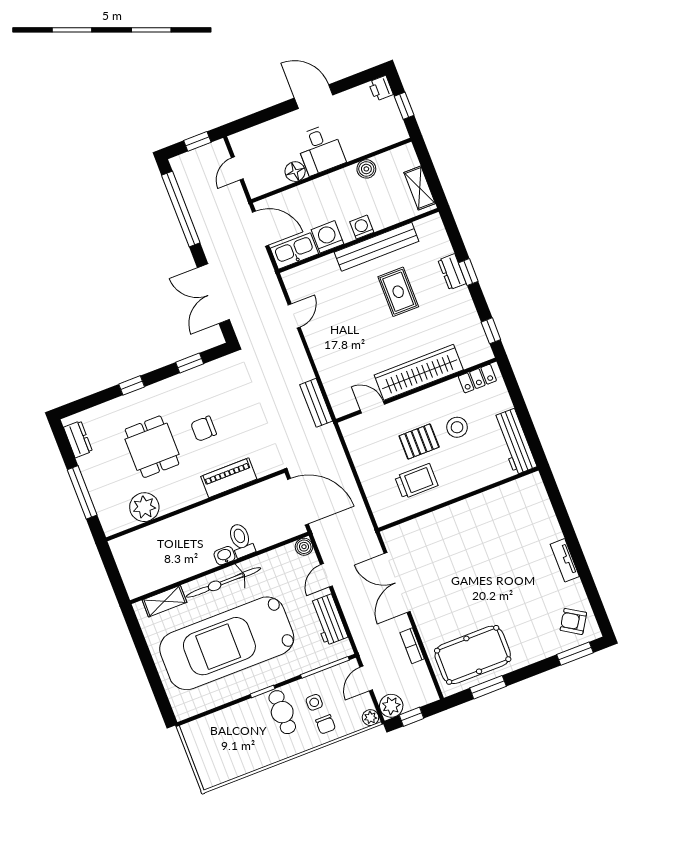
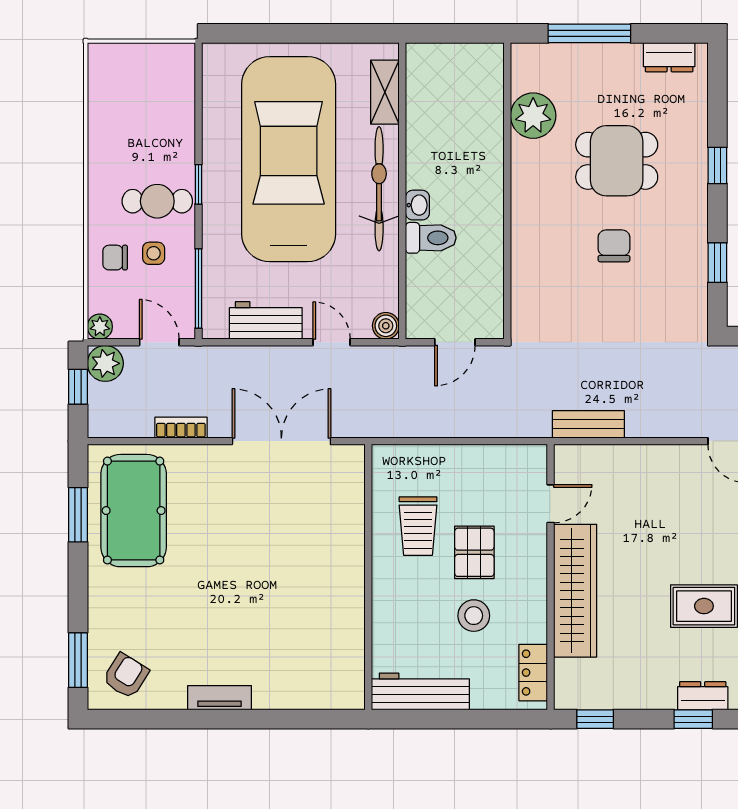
piano: (229, 478) -> (528, 255), removed
door: (298, 502) -> (455, 342), width x0.53

